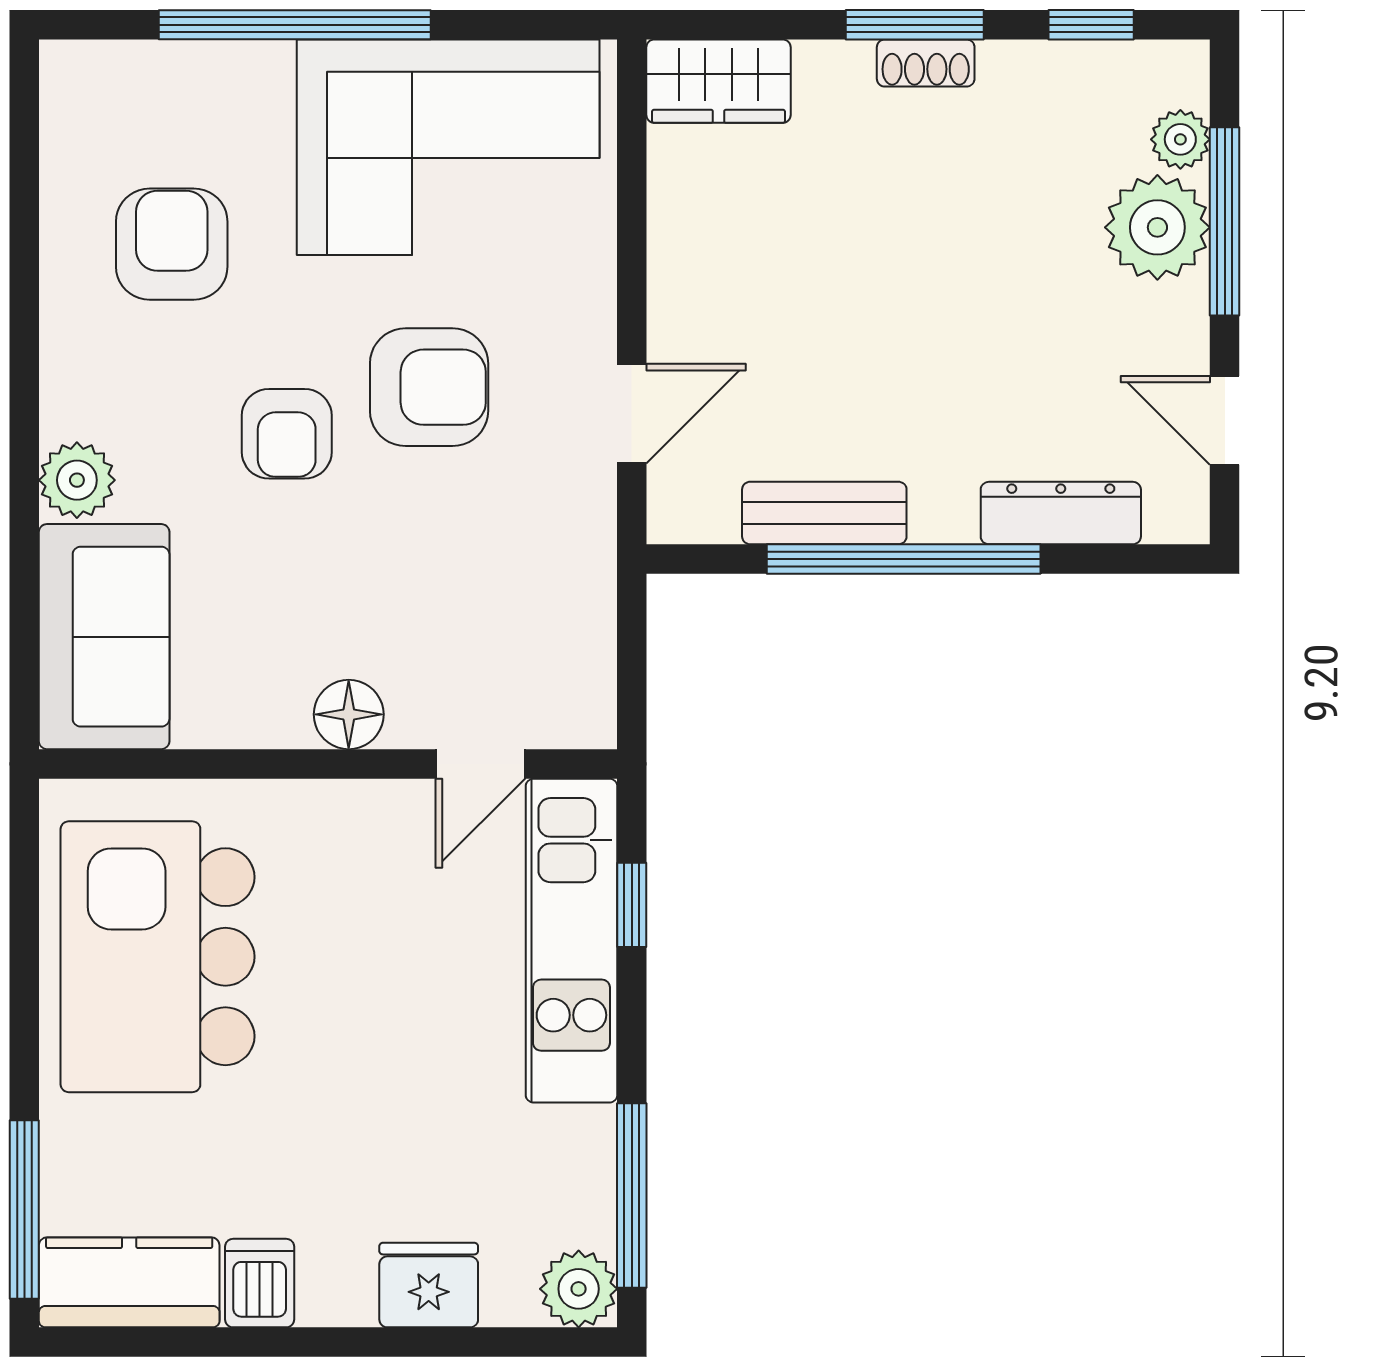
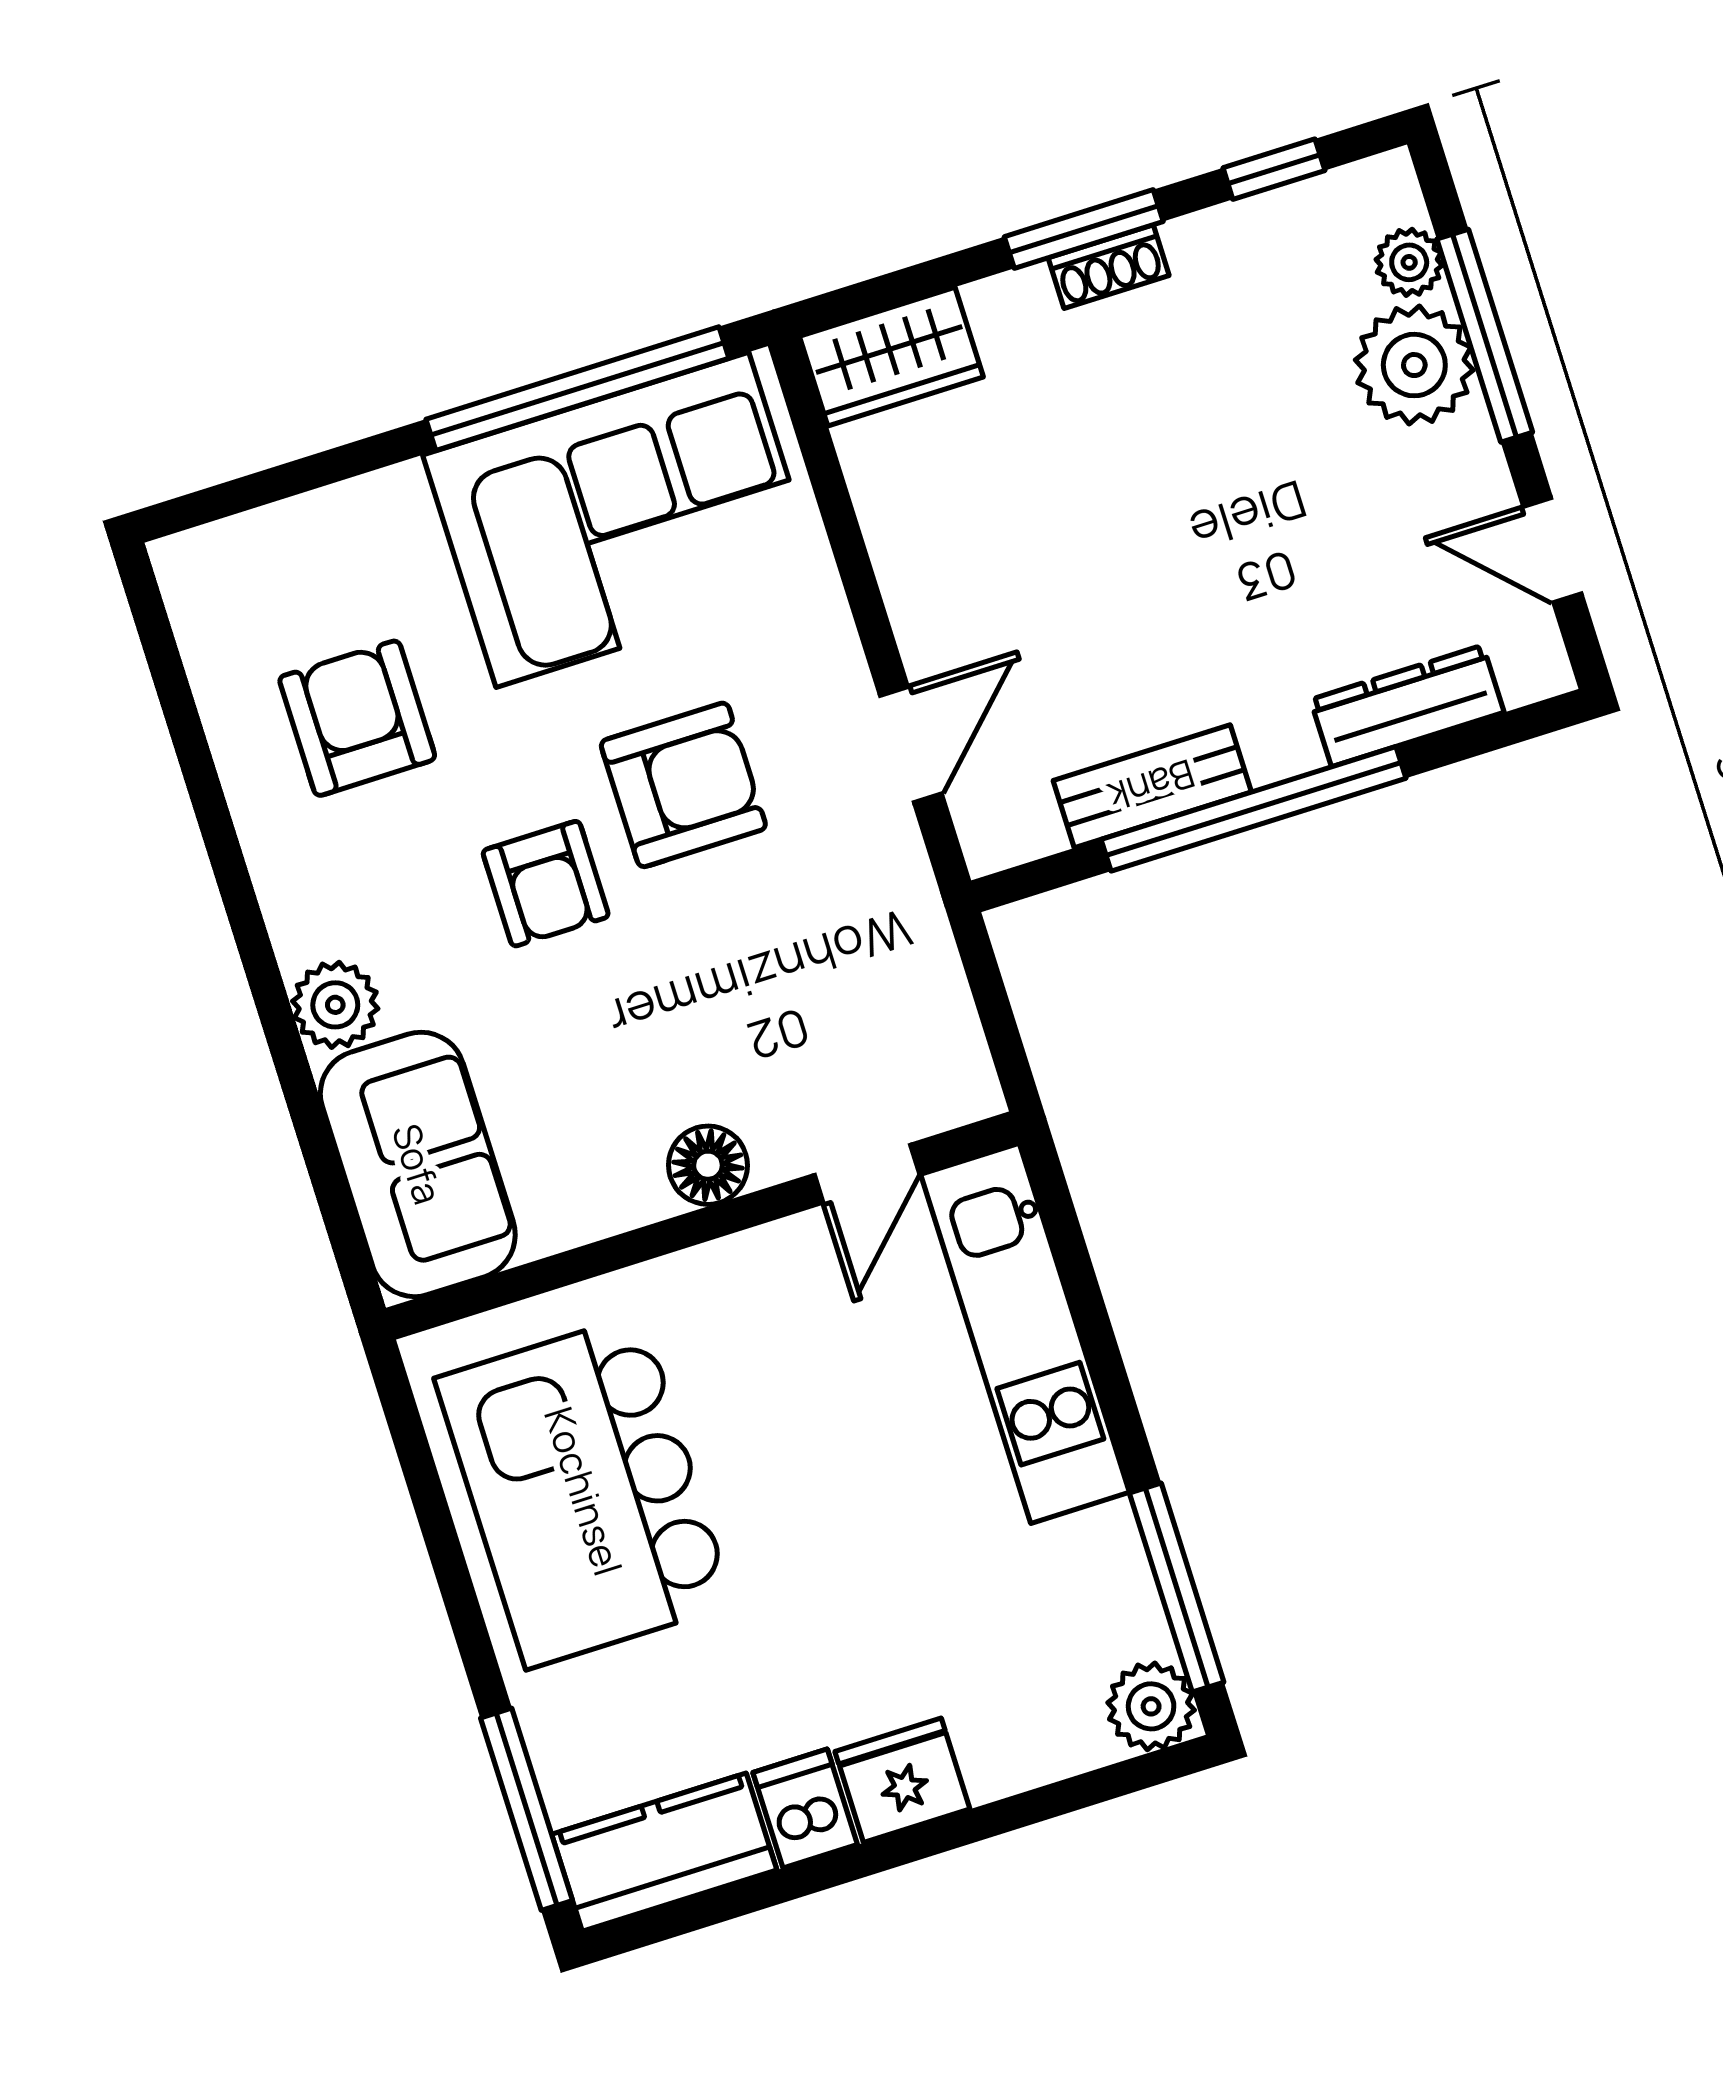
window: (295, 25) -> (577, 389), moved
window: (632, 905) -> (1078, 1274), removed
fridge: (429, 1285) -> (902, 1780), moved

